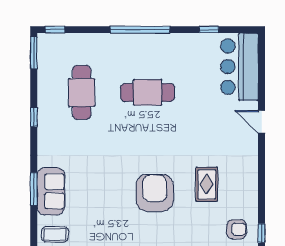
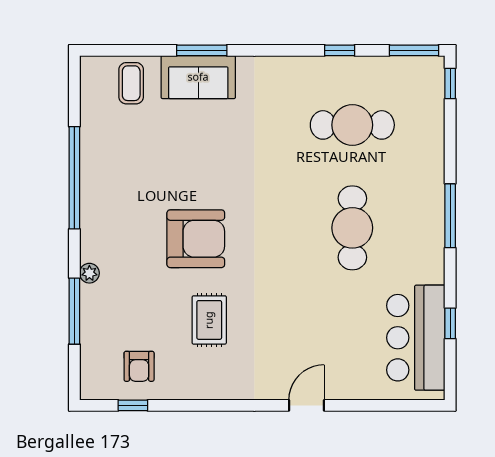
window: (140, 30) -> (450, 216), width x0.68
bar counter: (239, 67) -> (416, 338), moved, turned -90
window: (34, 117) -> (340, 50), moved
rug: (207, 184) -> (209, 320), turned 90

